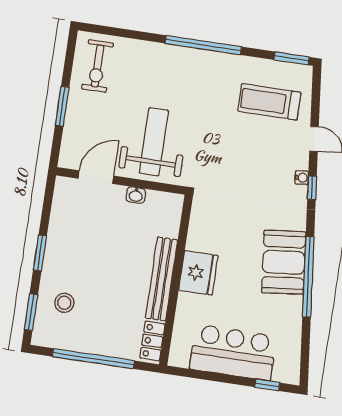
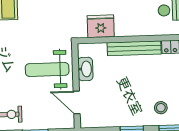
washbasin: (136, 195) -> (85, 69), width x1.91, depth x1.45
fridge: (198, 273) -> (101, 26), moved

